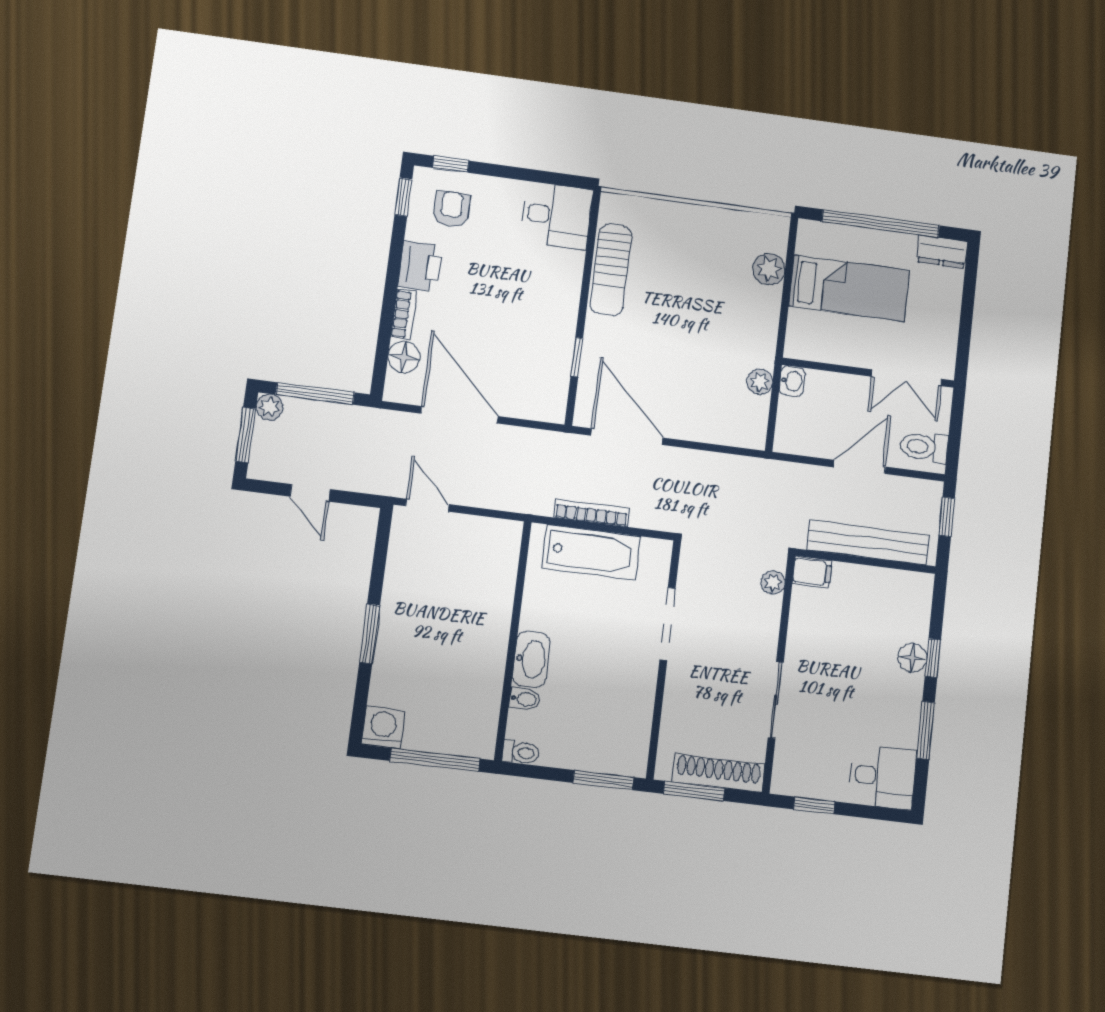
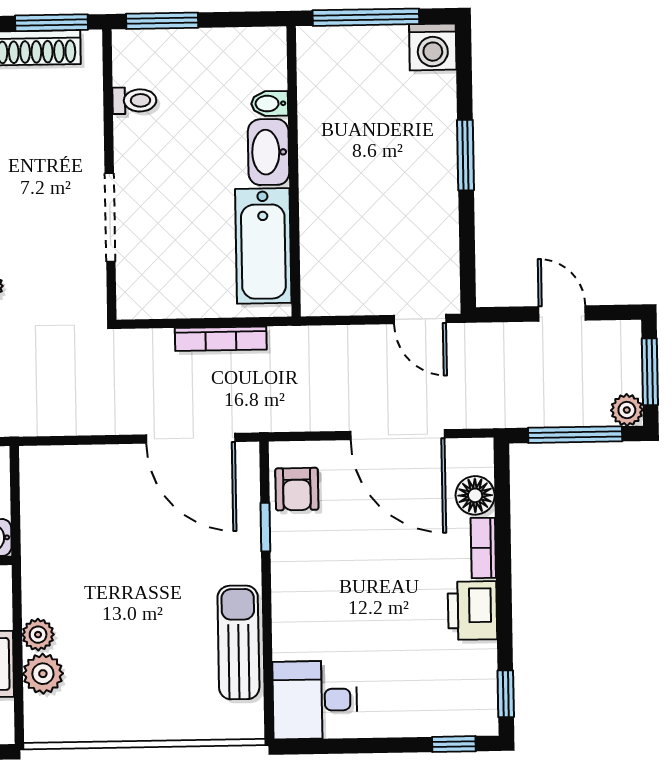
armchair: (452, 209) -> (297, 489), moved
plant: (760, 382) -> (38, 635), moved
bathtub: (591, 552) -> (263, 246), moved, turned -90
toilet: (521, 752) -> (134, 100), moved, turned 180

